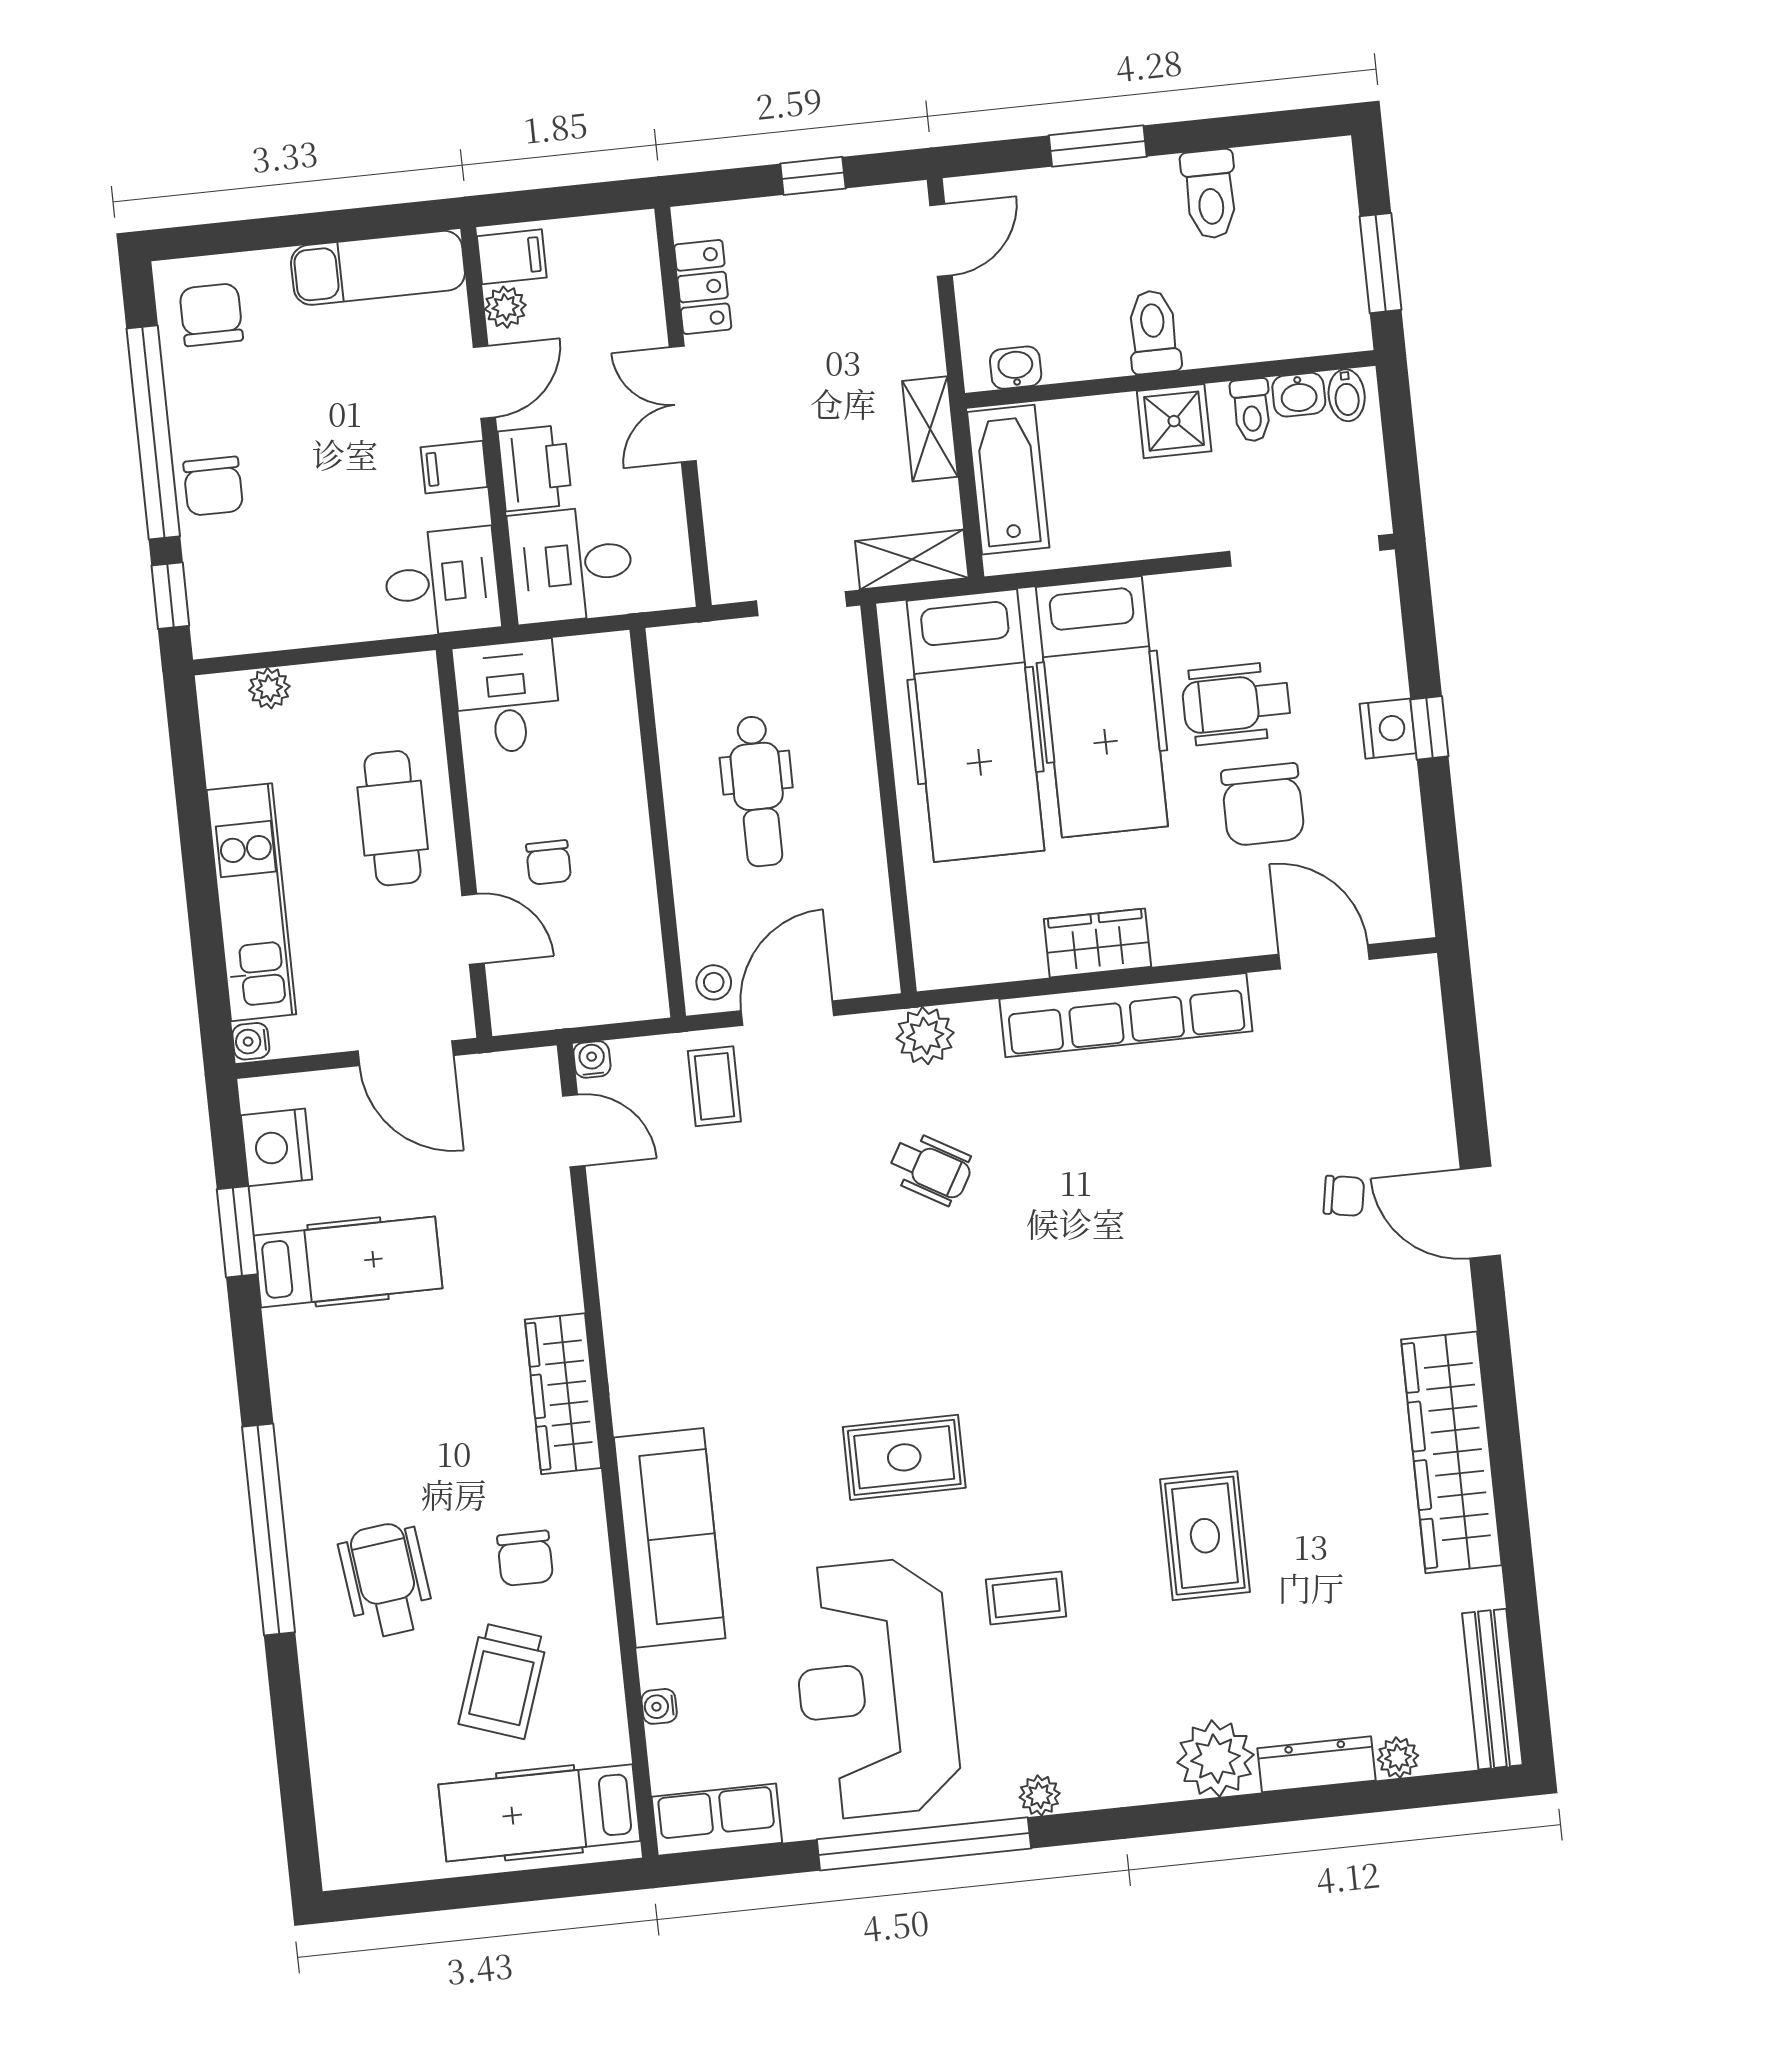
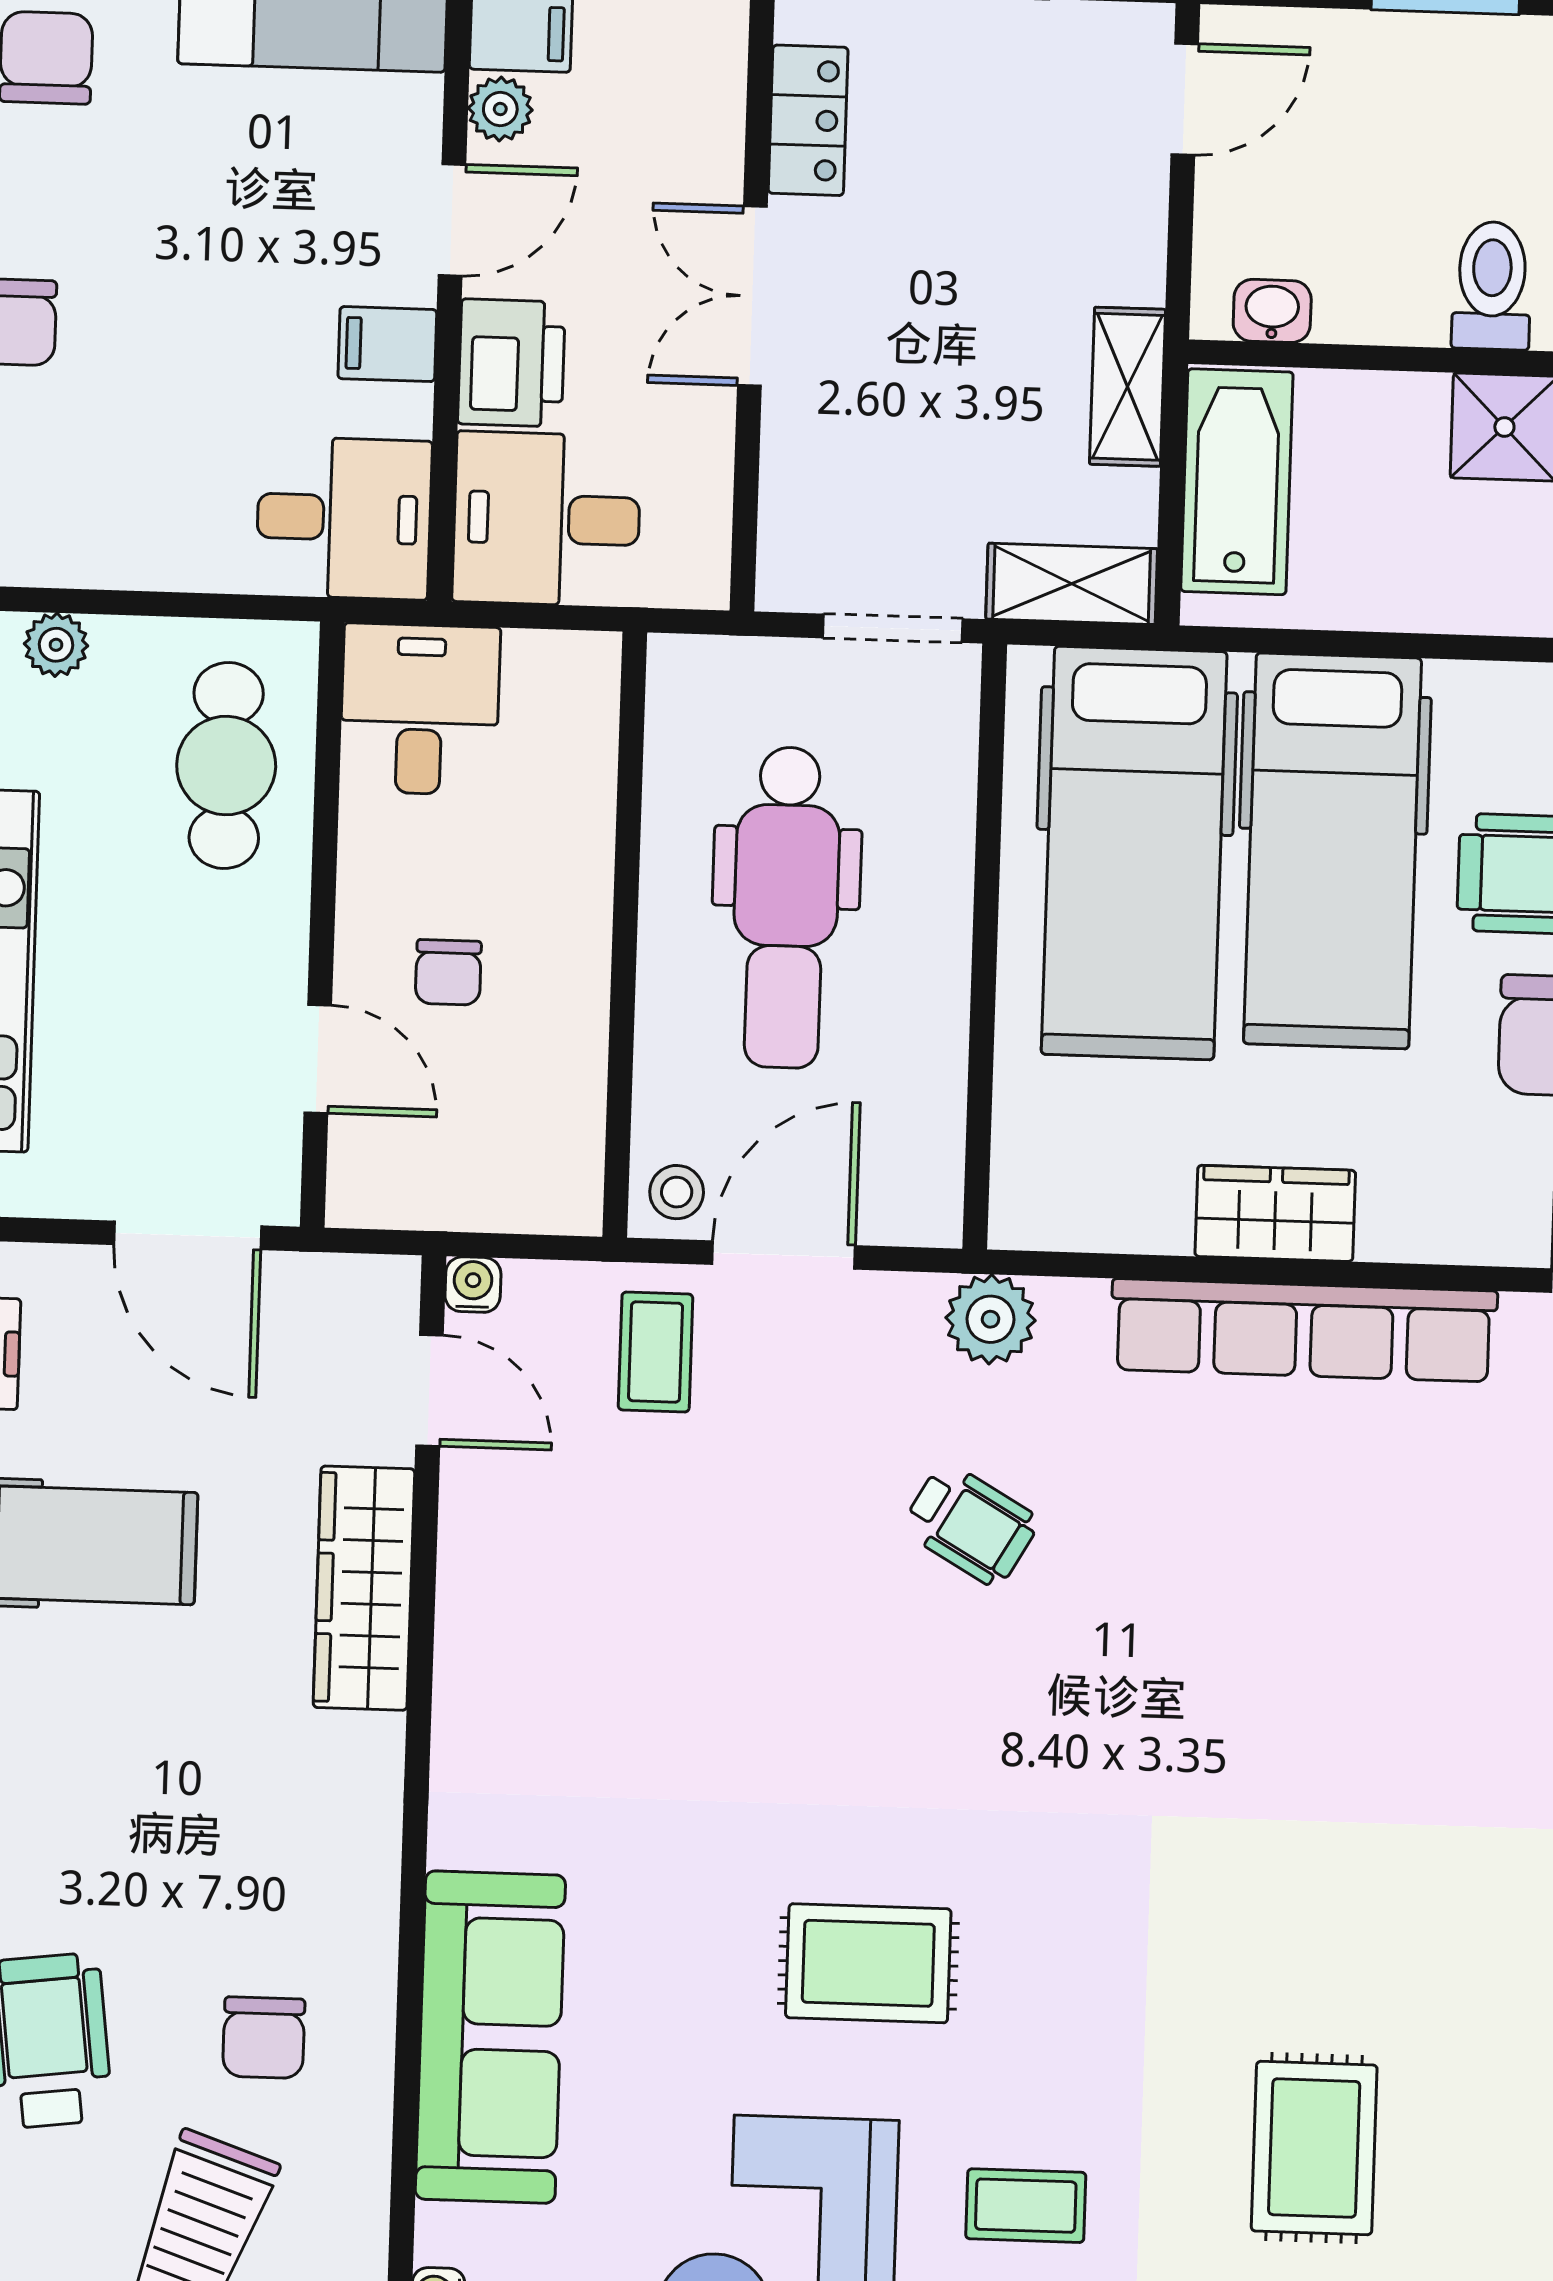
dental chair: (758, 791) -> (786, 908), width x1.36, depth x1.38
cafe table: (393, 818) -> (226, 766), moved
wardrobe: (563, 1394) -> (364, 1588), moved

